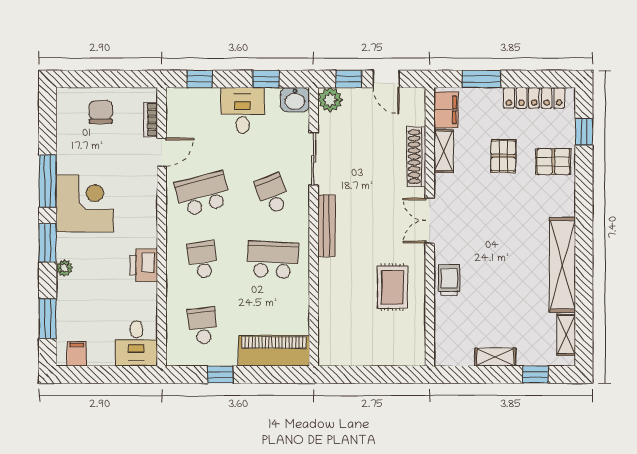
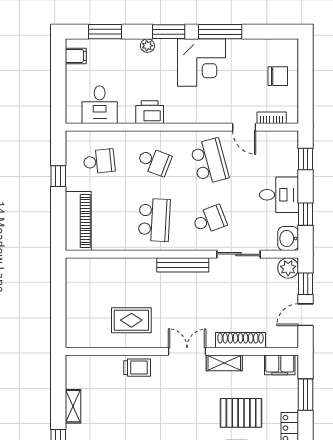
shelving: (444, 151) -> (224, 363), moved
pallet: (503, 156) -> (241, 413), width x1.50, depth x1.42
school desk: (203, 260) -> (154, 161), turned 30
desk: (136, 344) -> (100, 105), moved, turned -90

